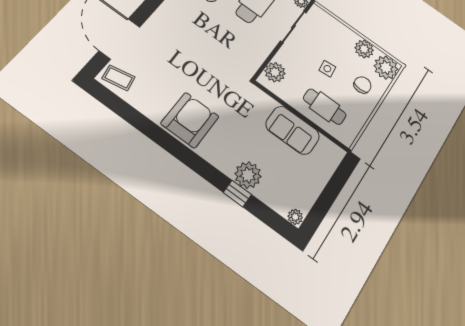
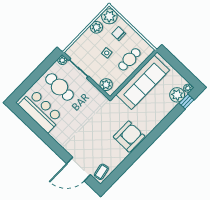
armchair: (190, 120) -> (129, 137), turned 90
sofa: (293, 130) -> (143, 82), width x1.85, depth x1.27
plant: (248, 175) -> (177, 95), moved
window: (237, 194) -> (187, 101), moved

